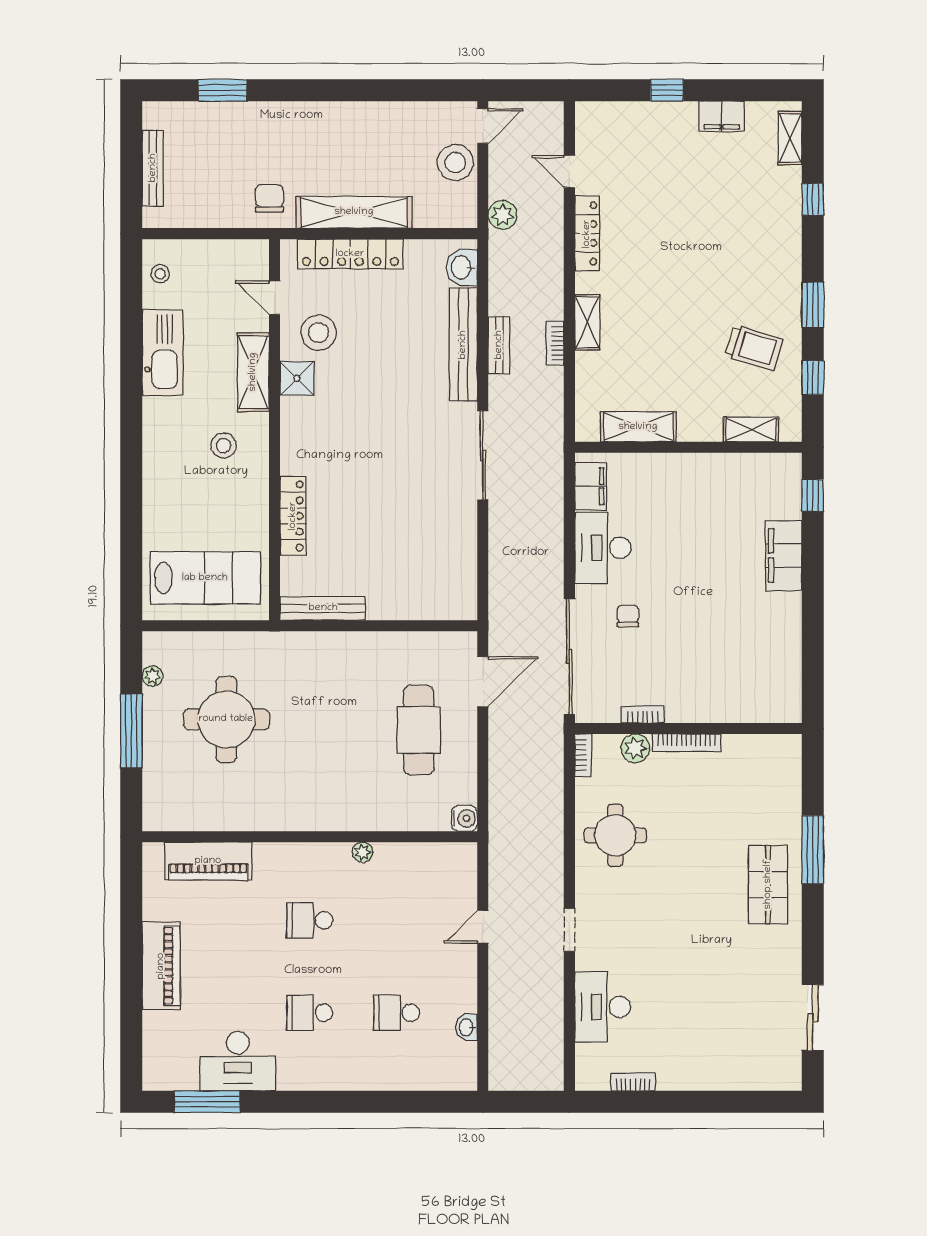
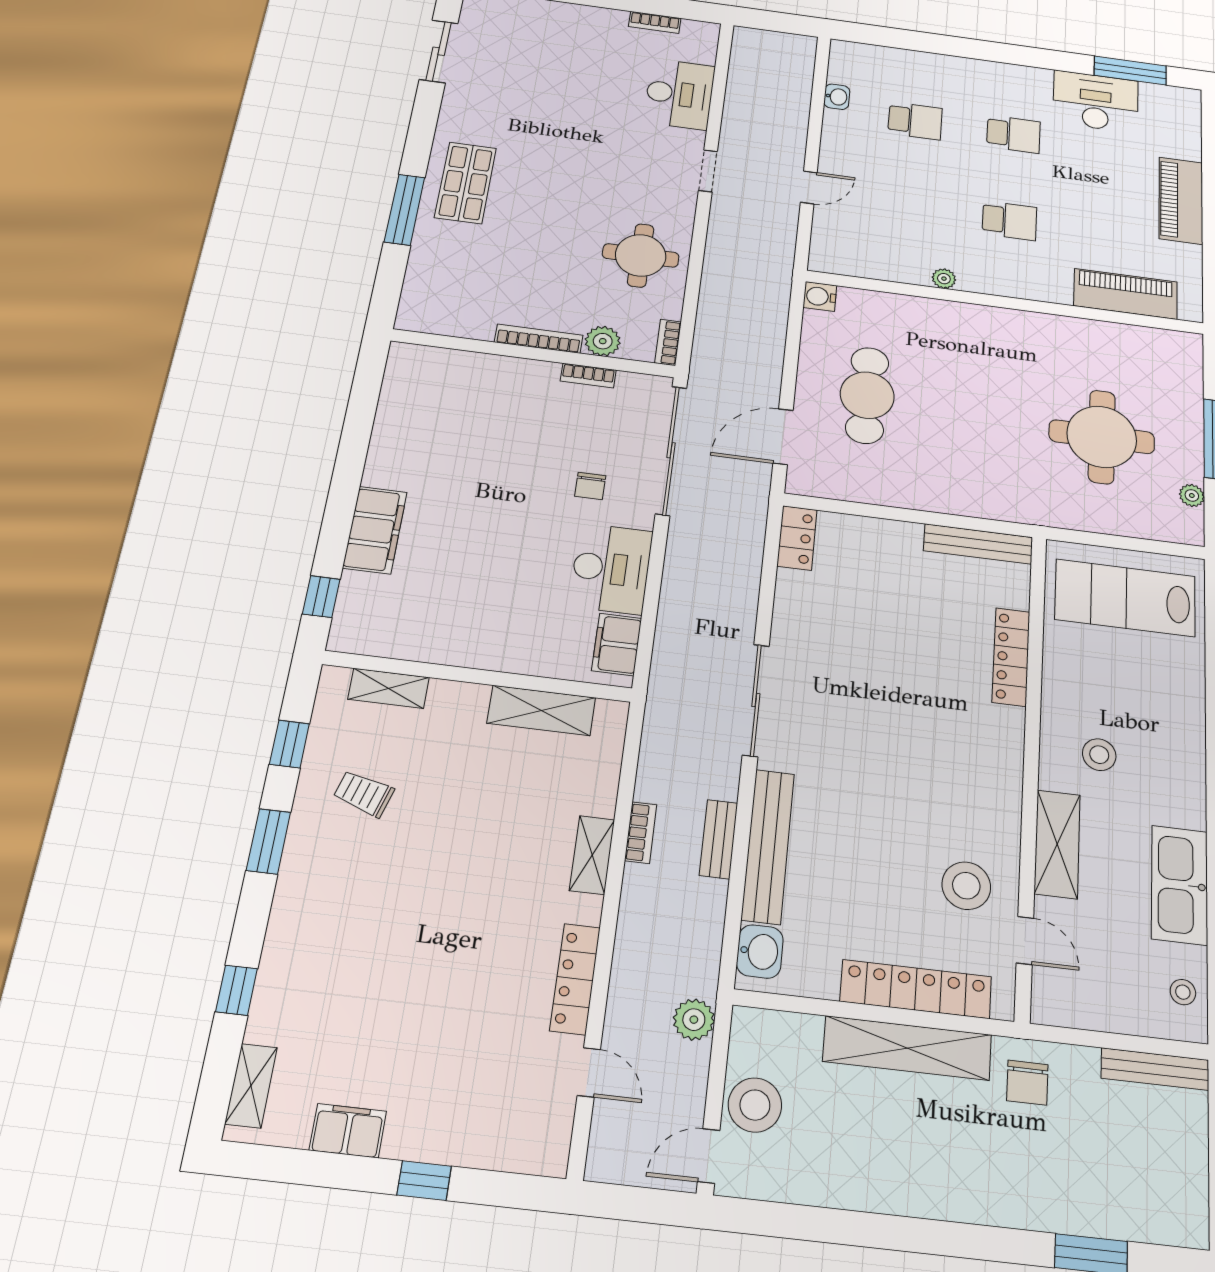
bench: (153, 168) -> (1155, 1069), moved, turned 90
trolley: (754, 348) -> (364, 794), width x0.73, depth x0.72
shower: (297, 378) -> (998, 829), removed
locker: (464, 594) -> (797, 538), added

